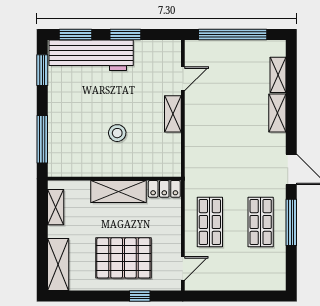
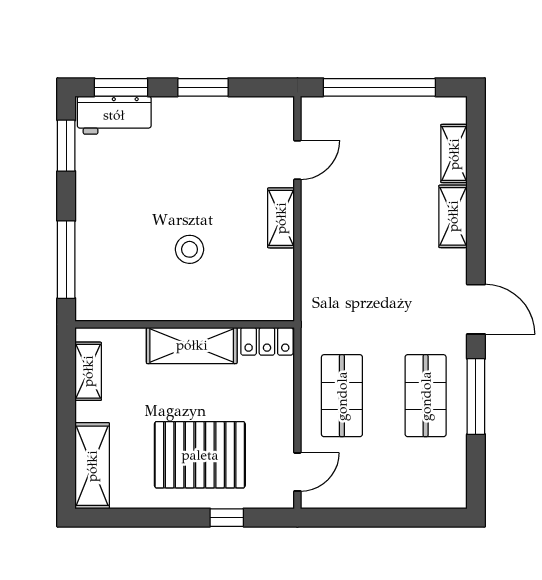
workbench: (91, 55) -> (114, 115), width x0.53, depth x0.76

